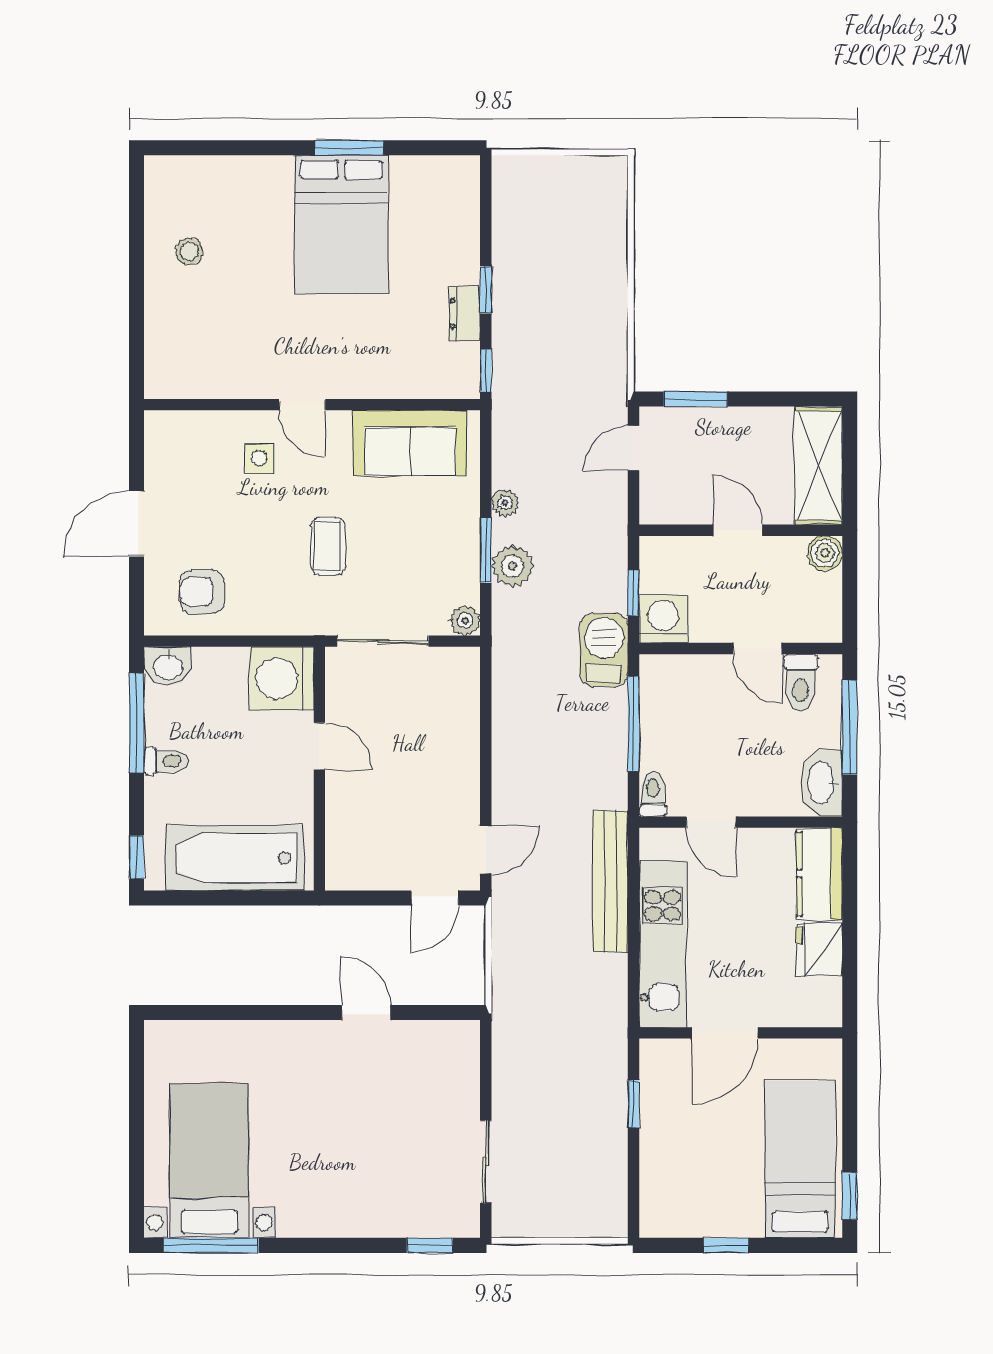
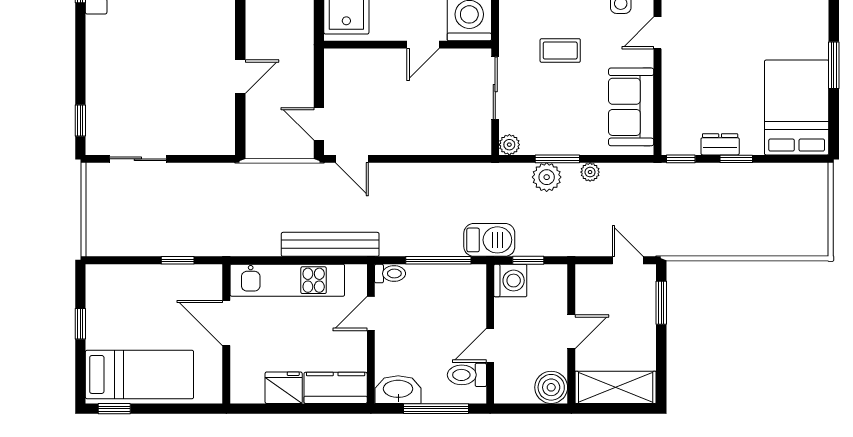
bed: (341, 224) -> (797, 107), moved, turned 90
boiler: (825, 553) -> (551, 387), width x1.36, depth x1.36

